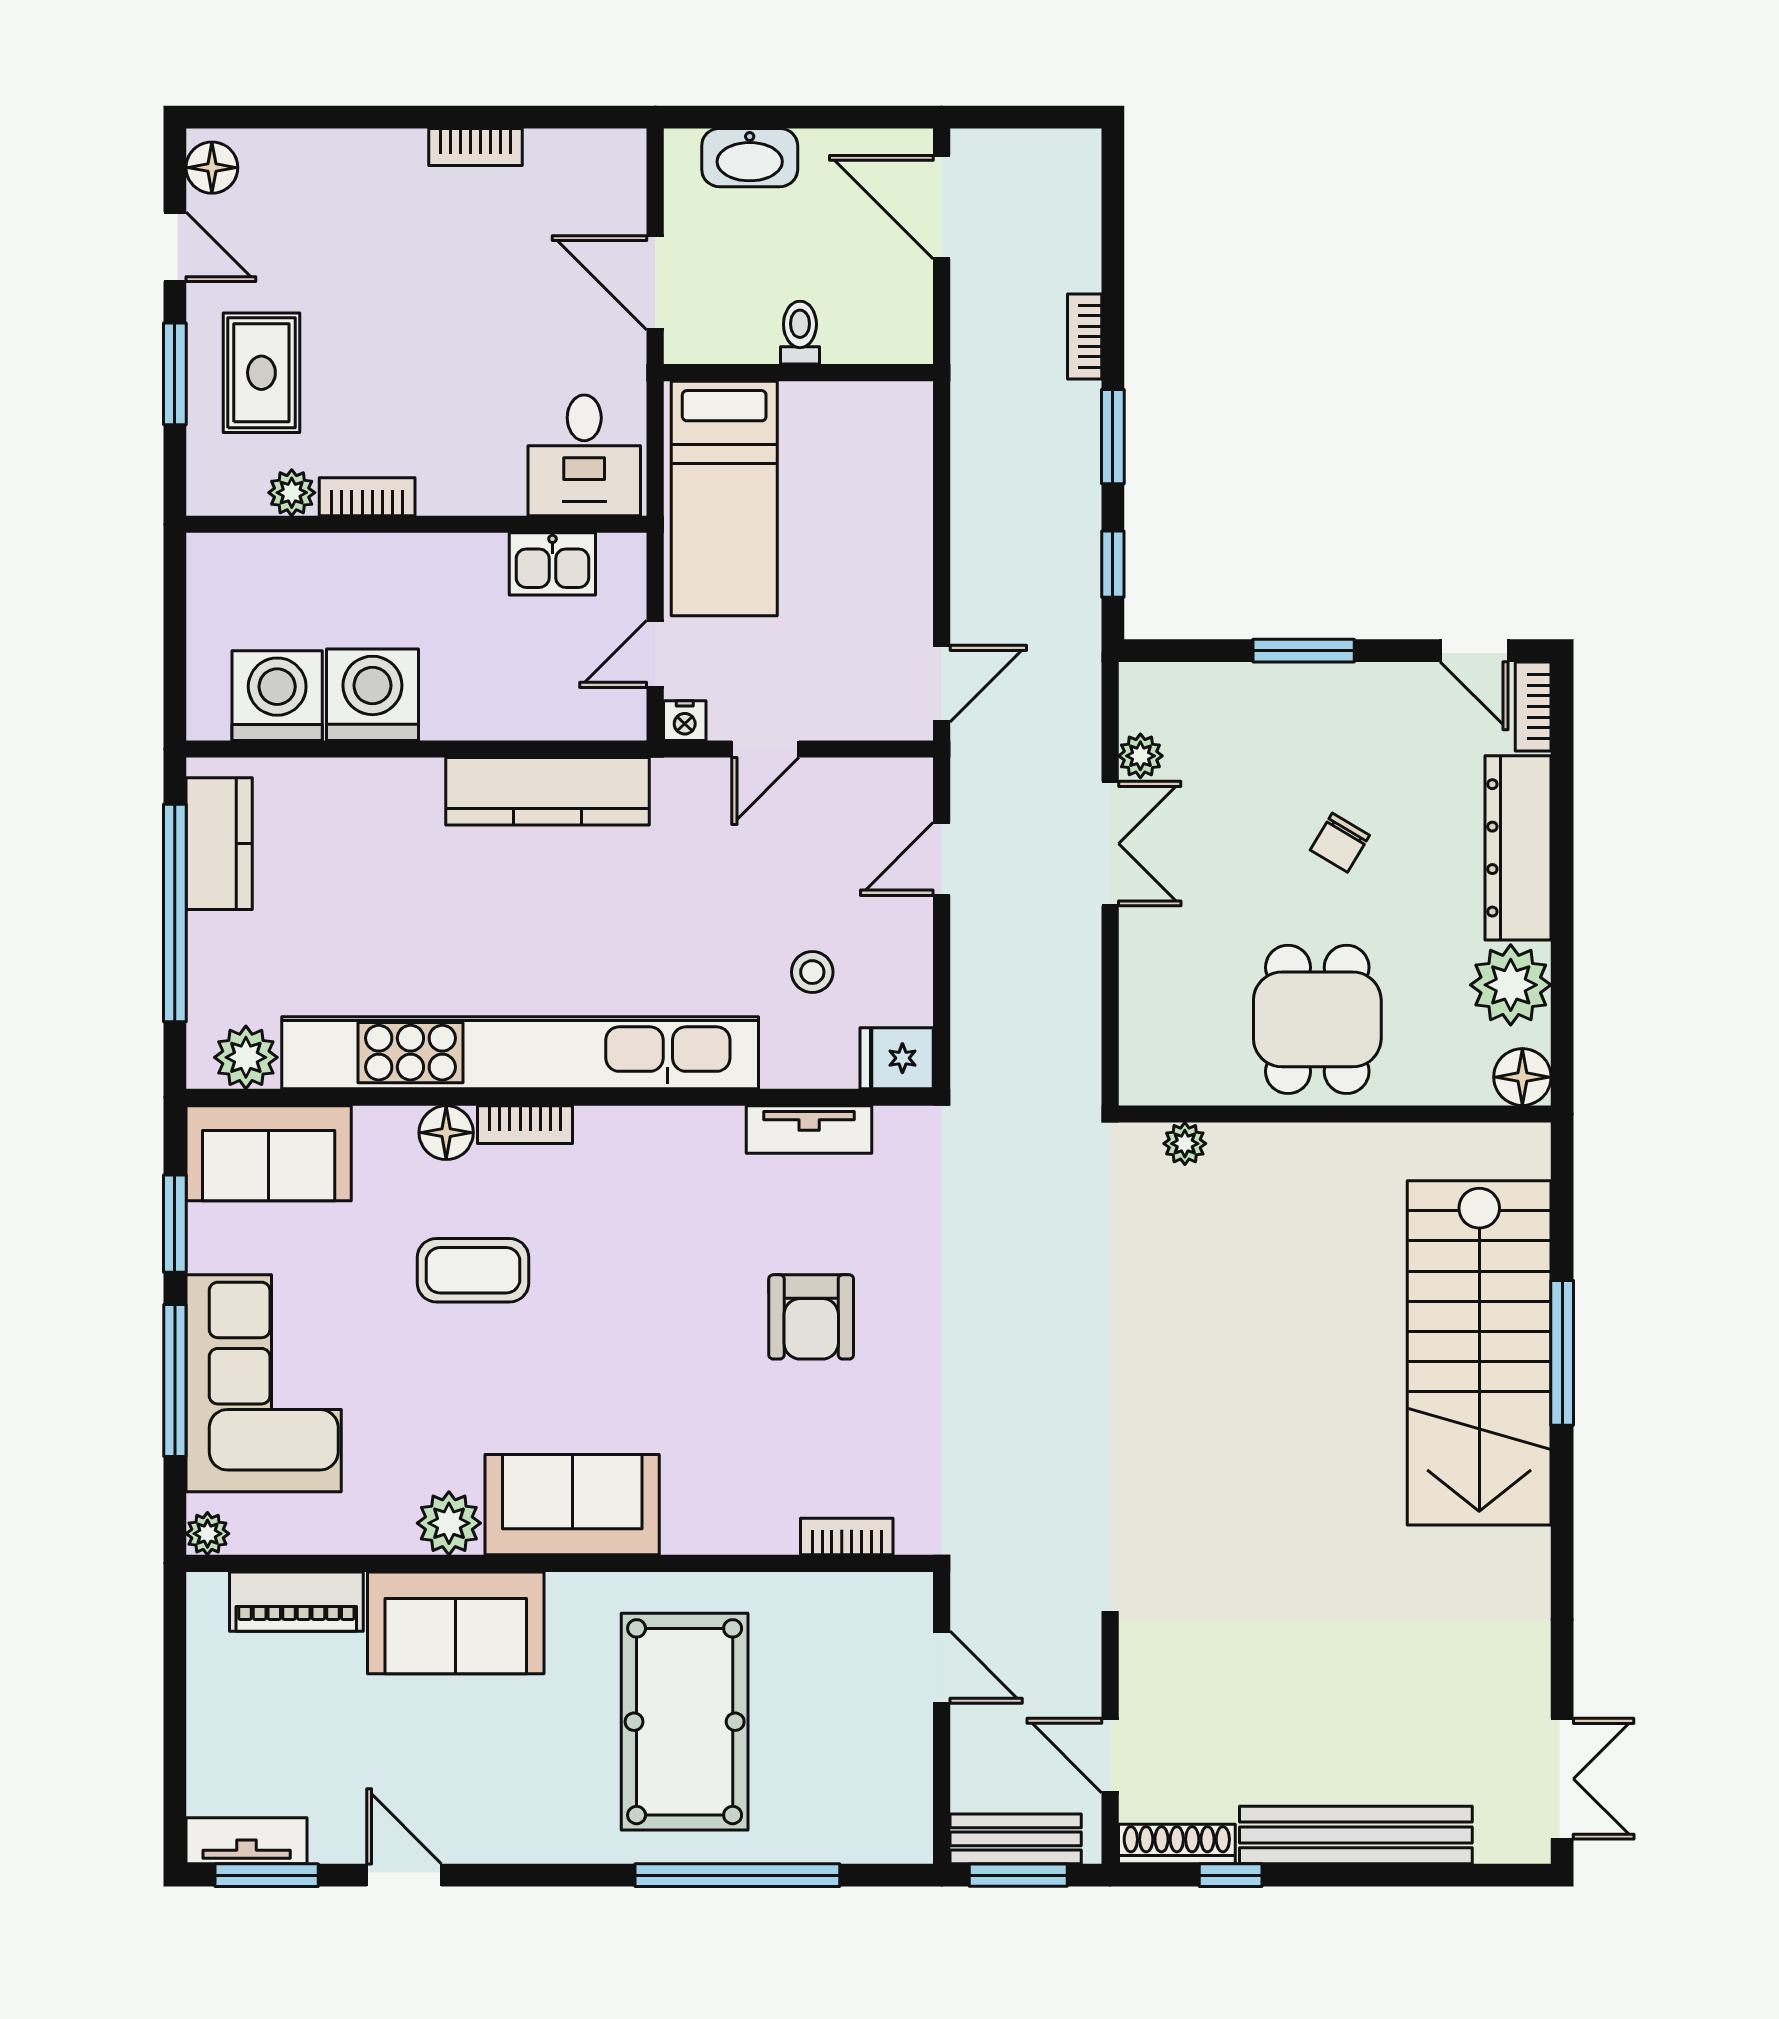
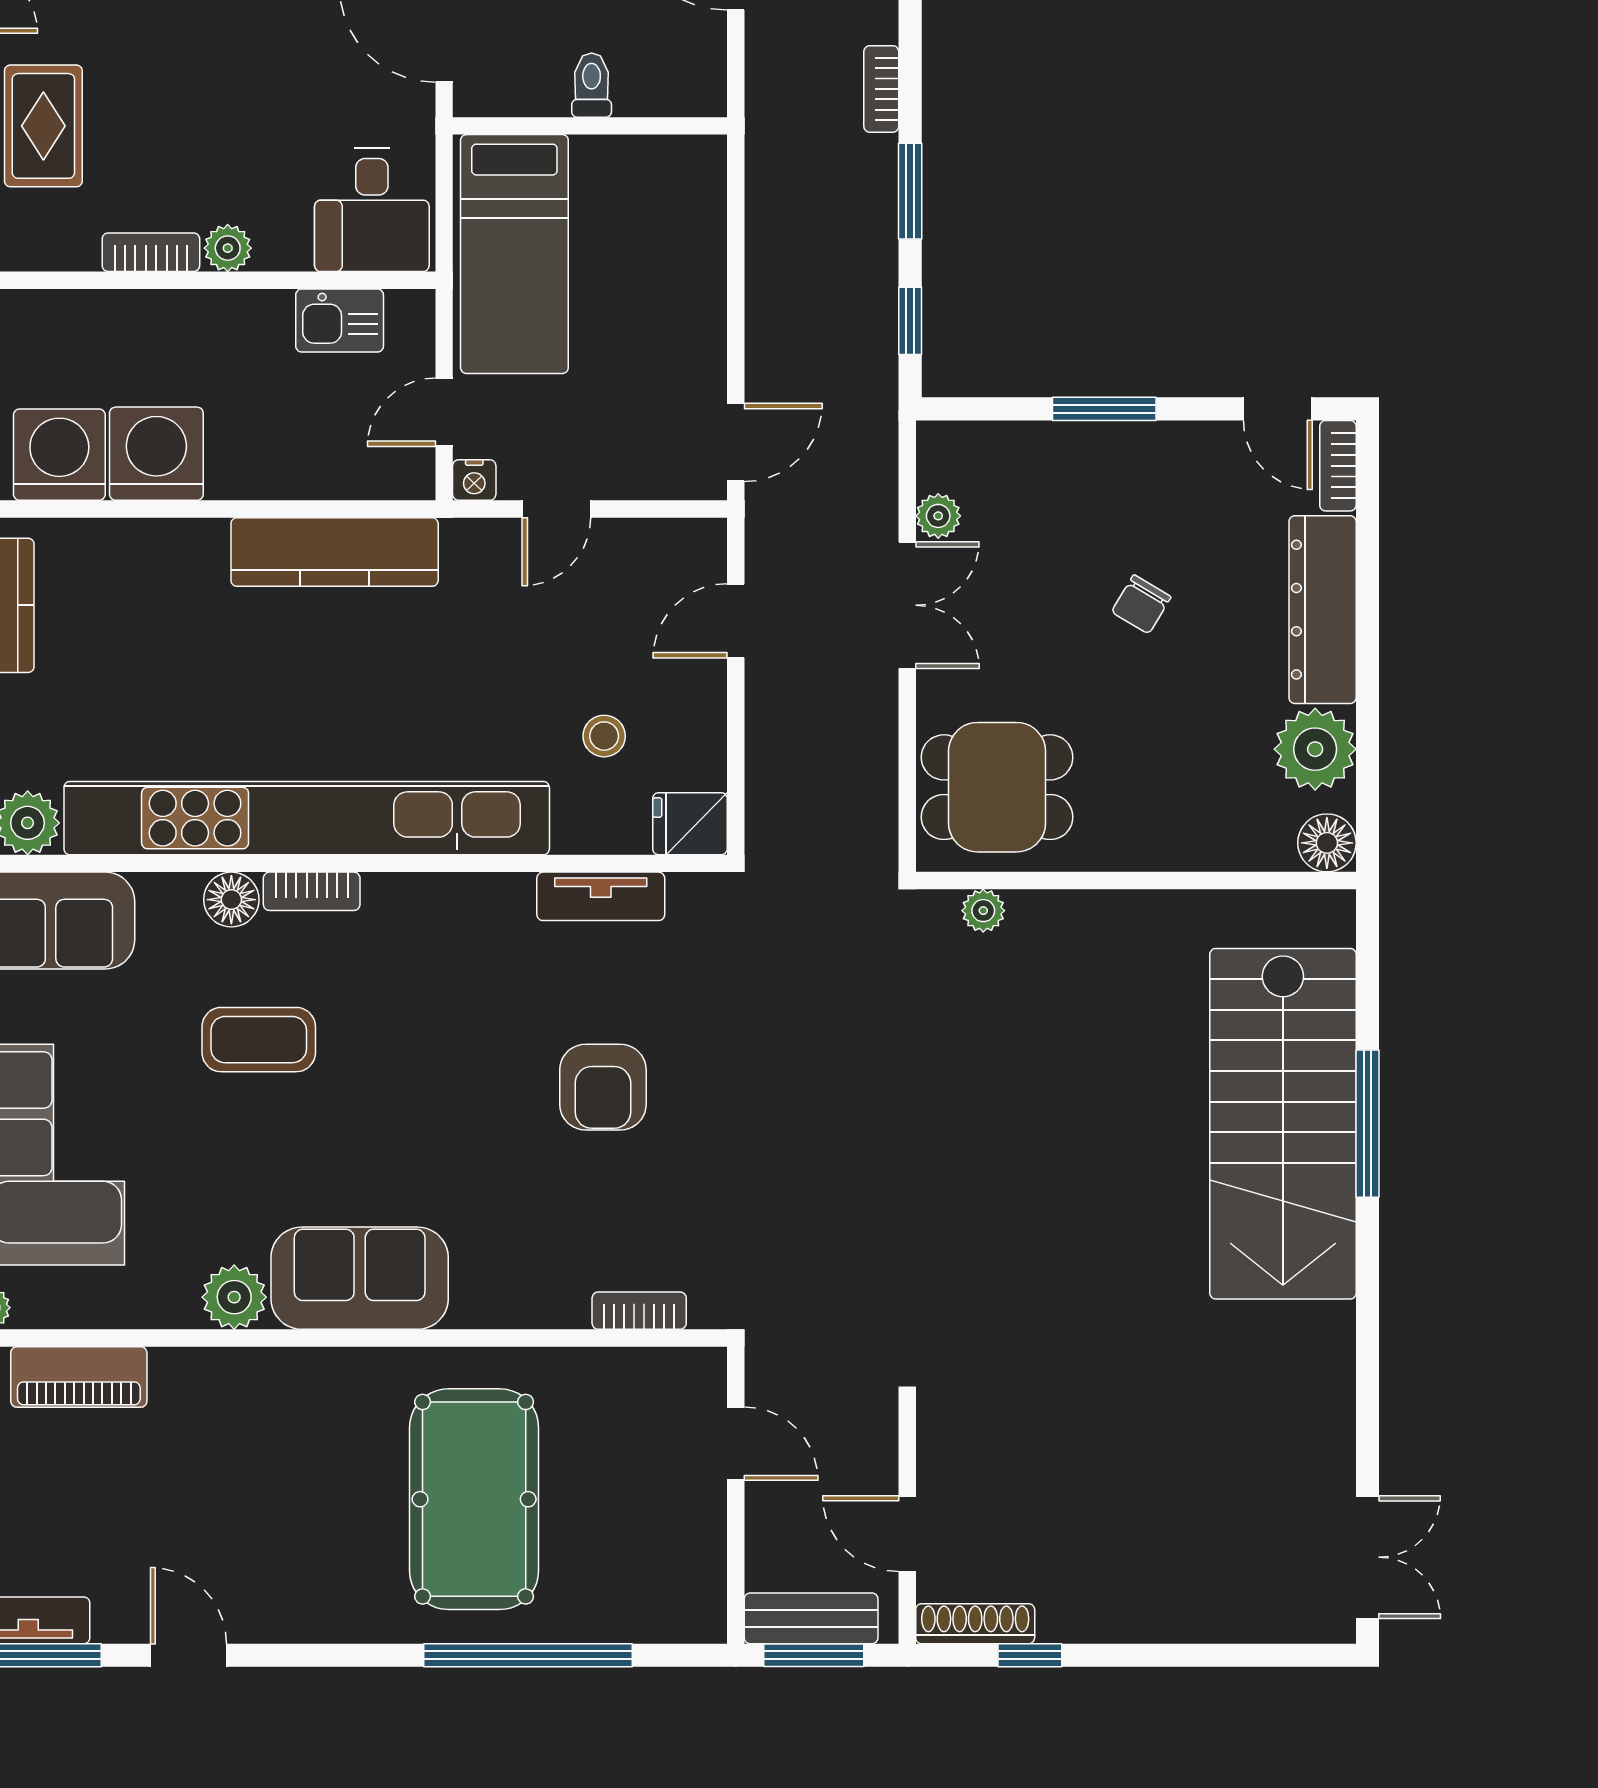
plant: (292, 493) -> (228, 248), moved
dining table: (1317, 1019) -> (997, 787), moved, turned 90
sofa: (456, 1623) -> (241, 1398), removed
bench: (1356, 1835) -> (1157, 1614), removed

